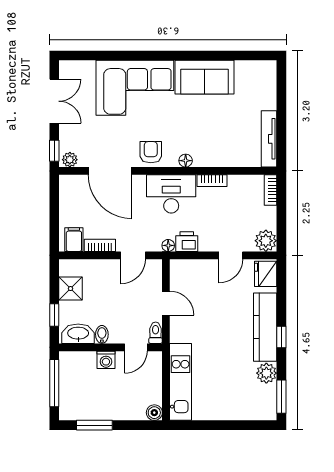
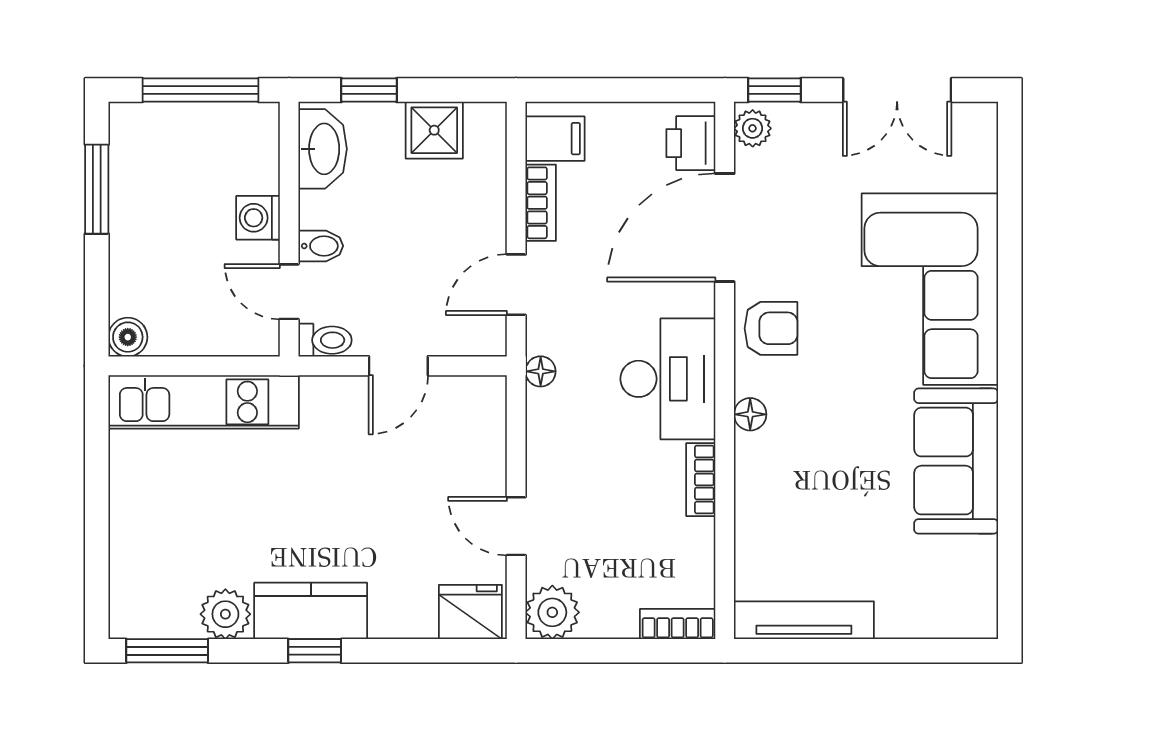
printer: (187, 242) -> (691, 143), moved, turned 180
door: (133, 255) -> (516, 285), hinge flipped
kitchen counter: (265, 327) -> (311, 611), width x0.67
bidet: (102, 334) -> (321, 246), moved

